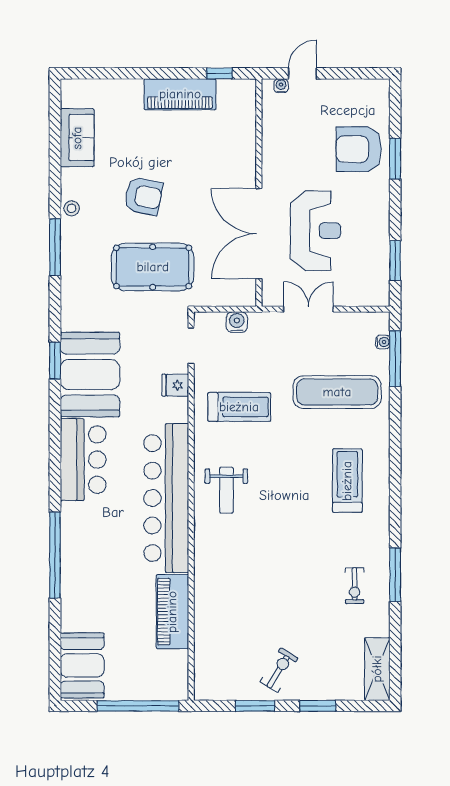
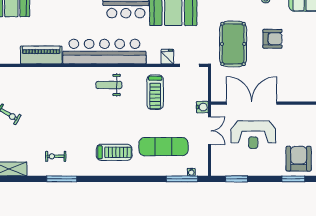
armchair: (143, 196) -> (272, 39), turned -101
water cooler: (237, 322) -> (202, 107), moved
exercise mat: (337, 392) -> (163, 147), turned 90

